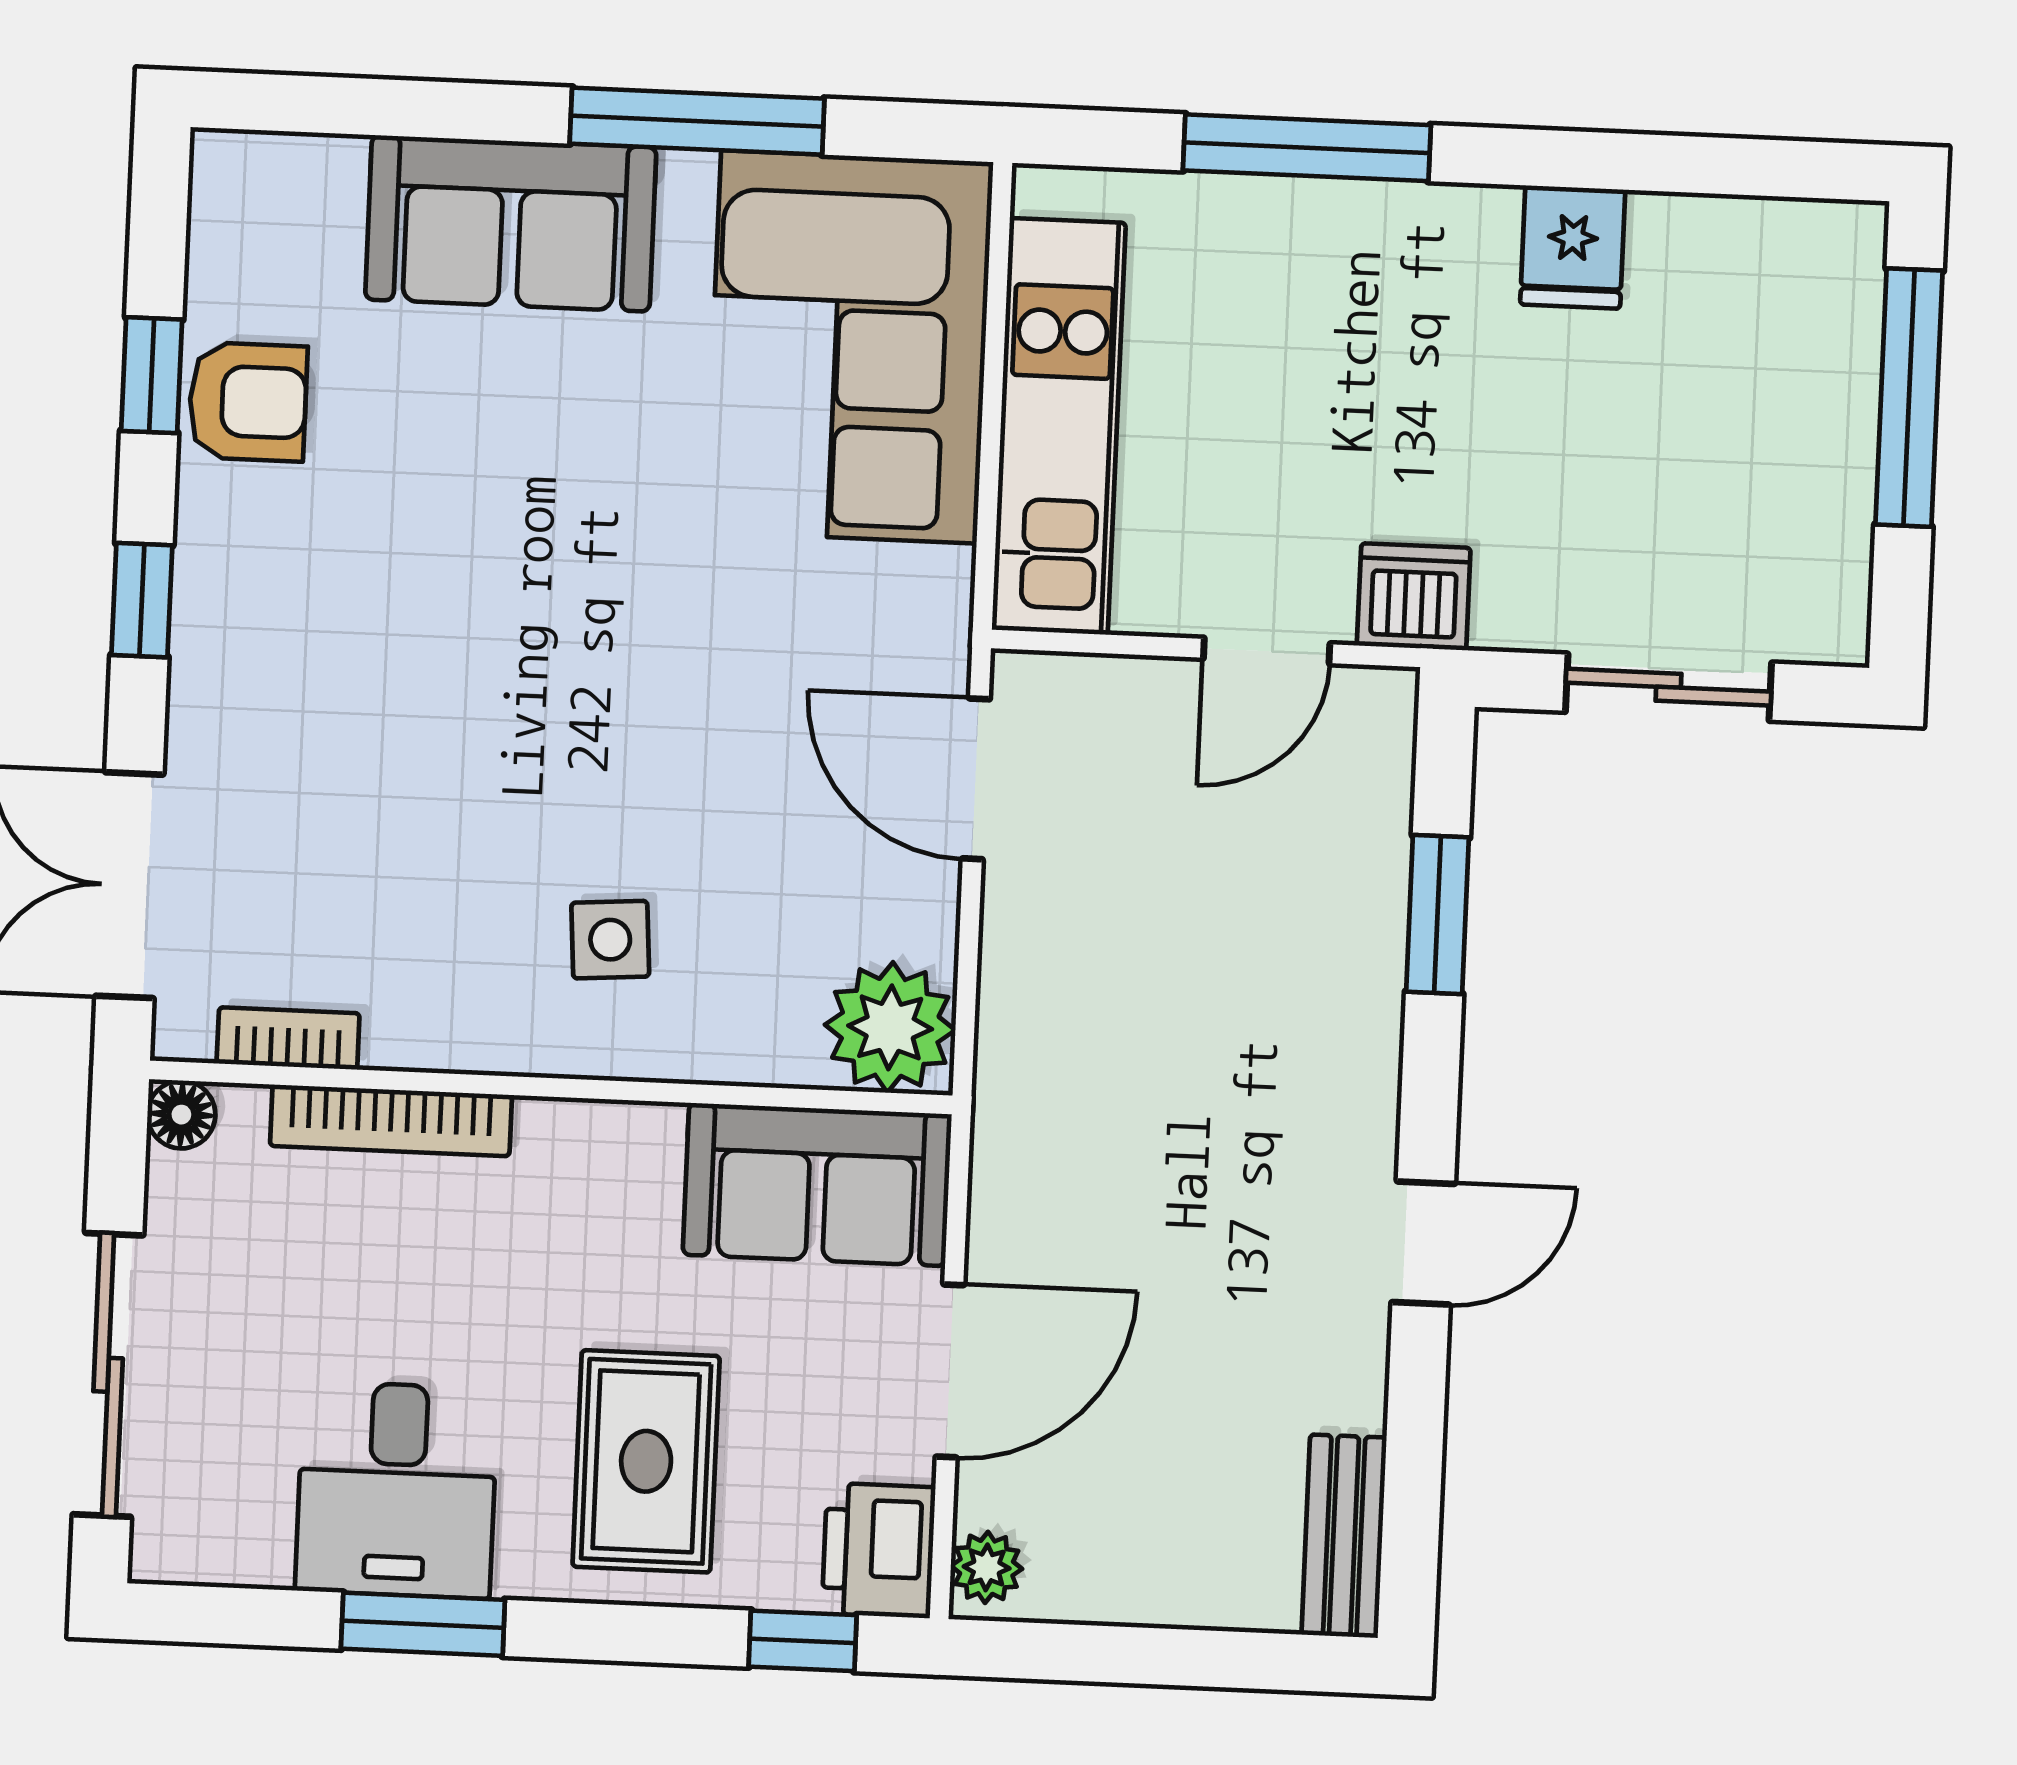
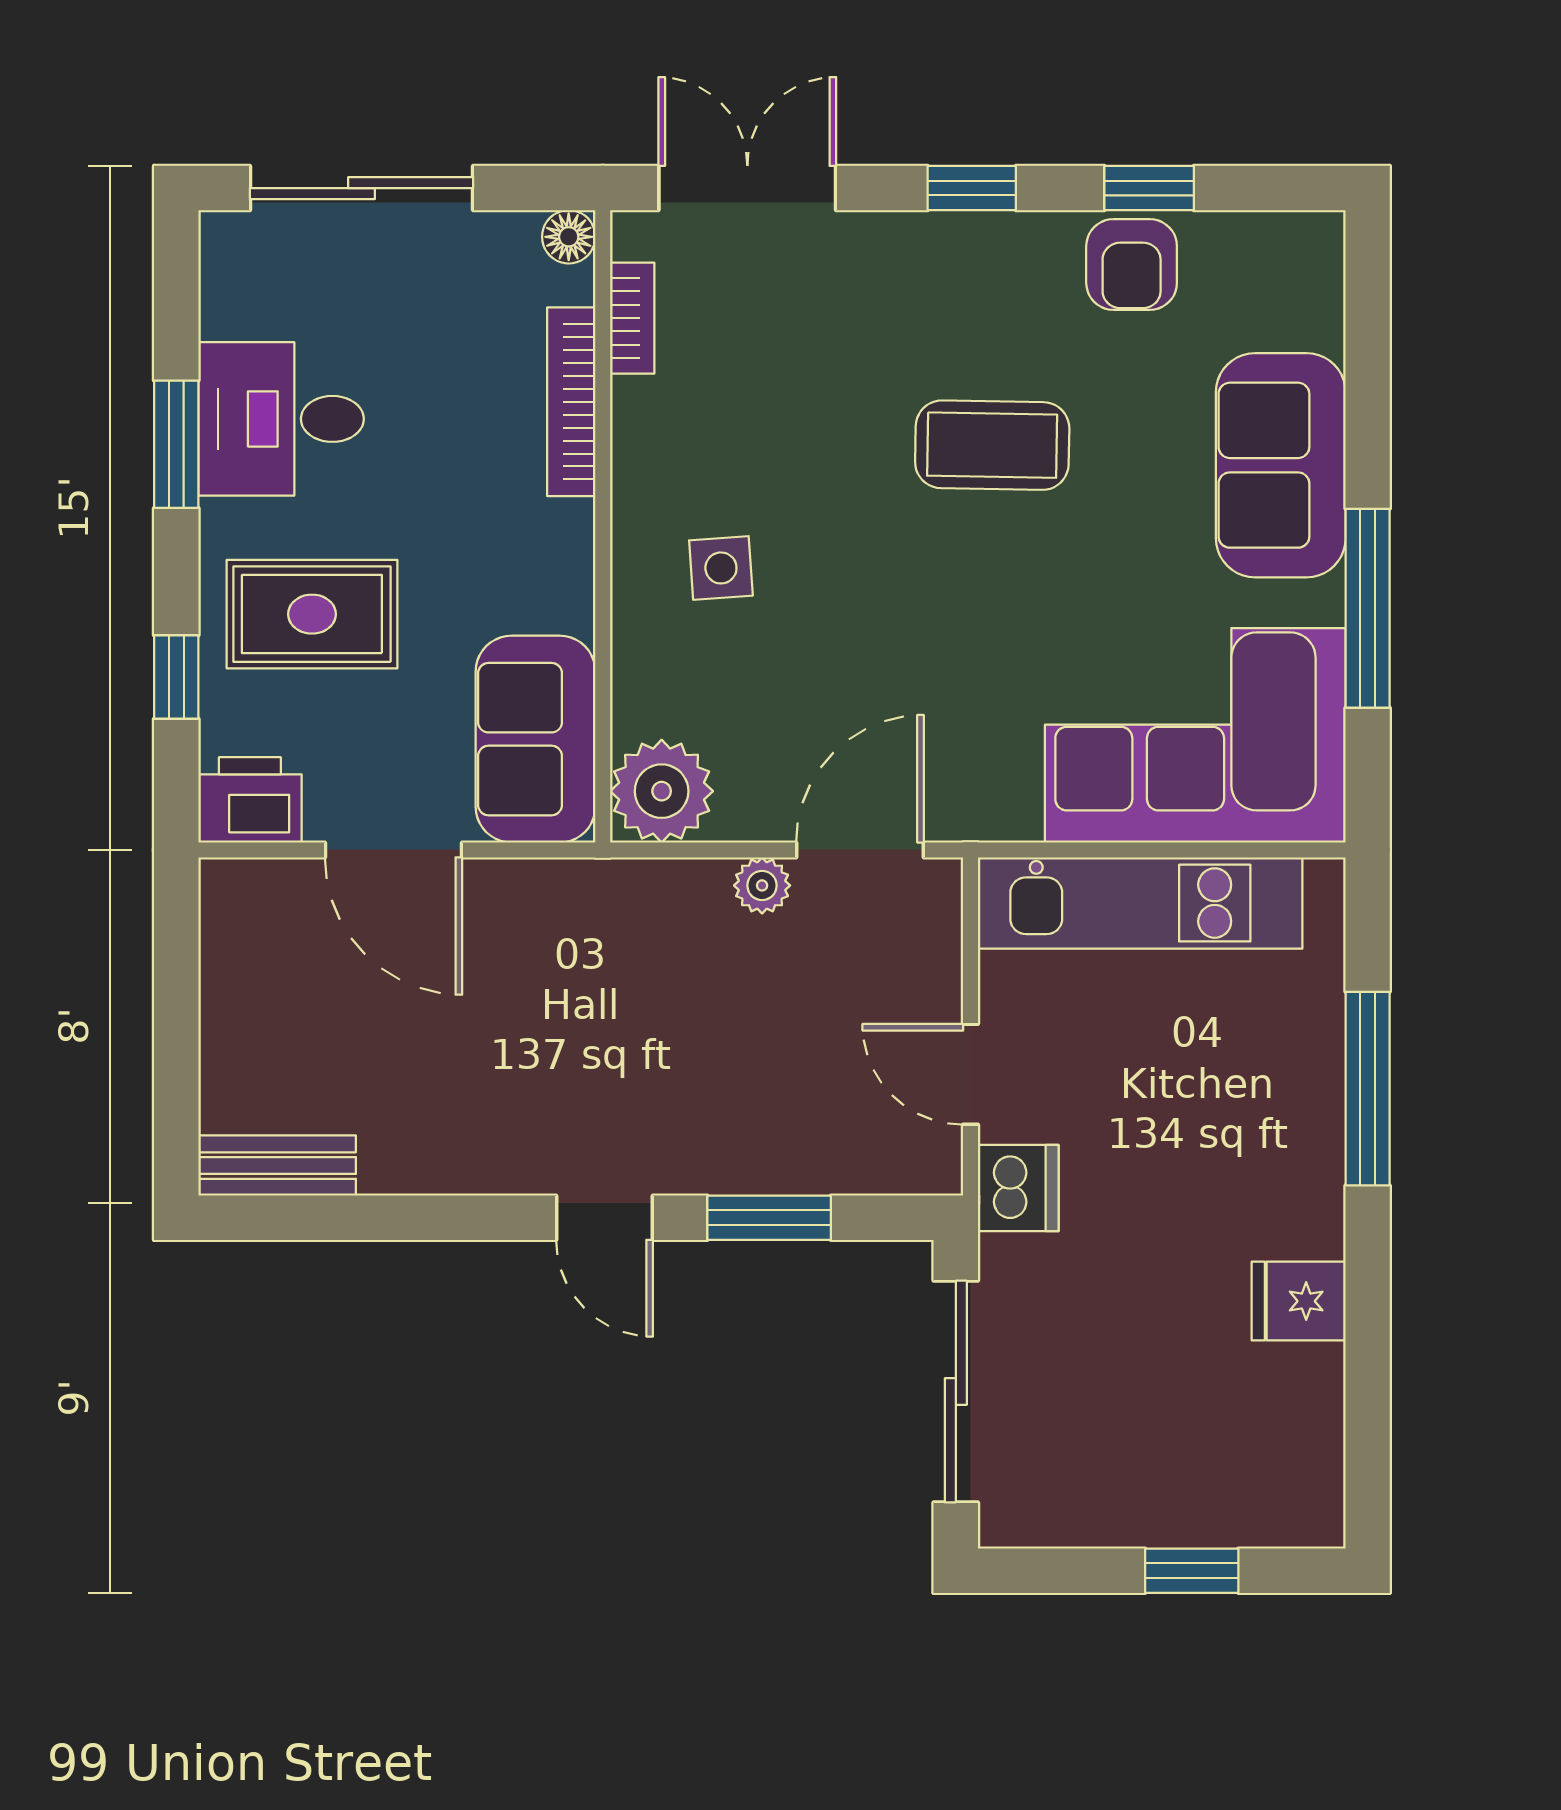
window: (1909, 398) -> (1192, 1571), width x0.46
coffee table: (469, 589) -> (992, 445), added
sliding door: (1668, 687) -> (956, 1391), width x1.37
door: (1423, 1243) -> (604, 1218), moved
plant: (987, 1567) -> (762, 885), moved
window: (803, 1641) -> (176, 677), moved

